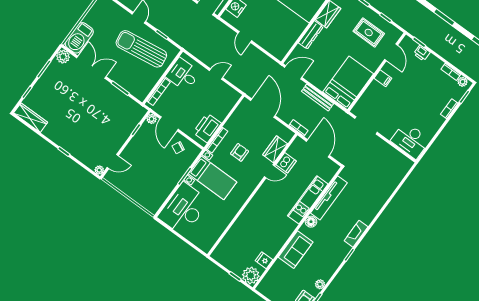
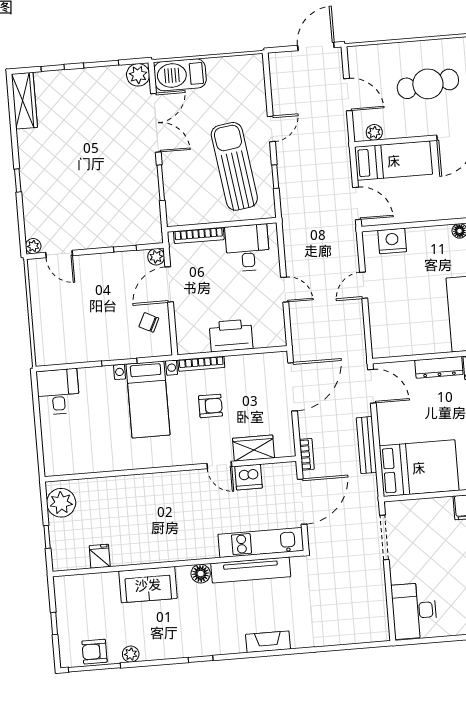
printer: (207, 128) -> (231, 336), moved
kitchen unit: (308, 200) -> (261, 543), moved
desk: (183, 209) -> (58, 392), width x0.53, depth x0.77
fireplace: (356, 234) -> (268, 642), moved
plant: (251, 275) -> (61, 503), moved

